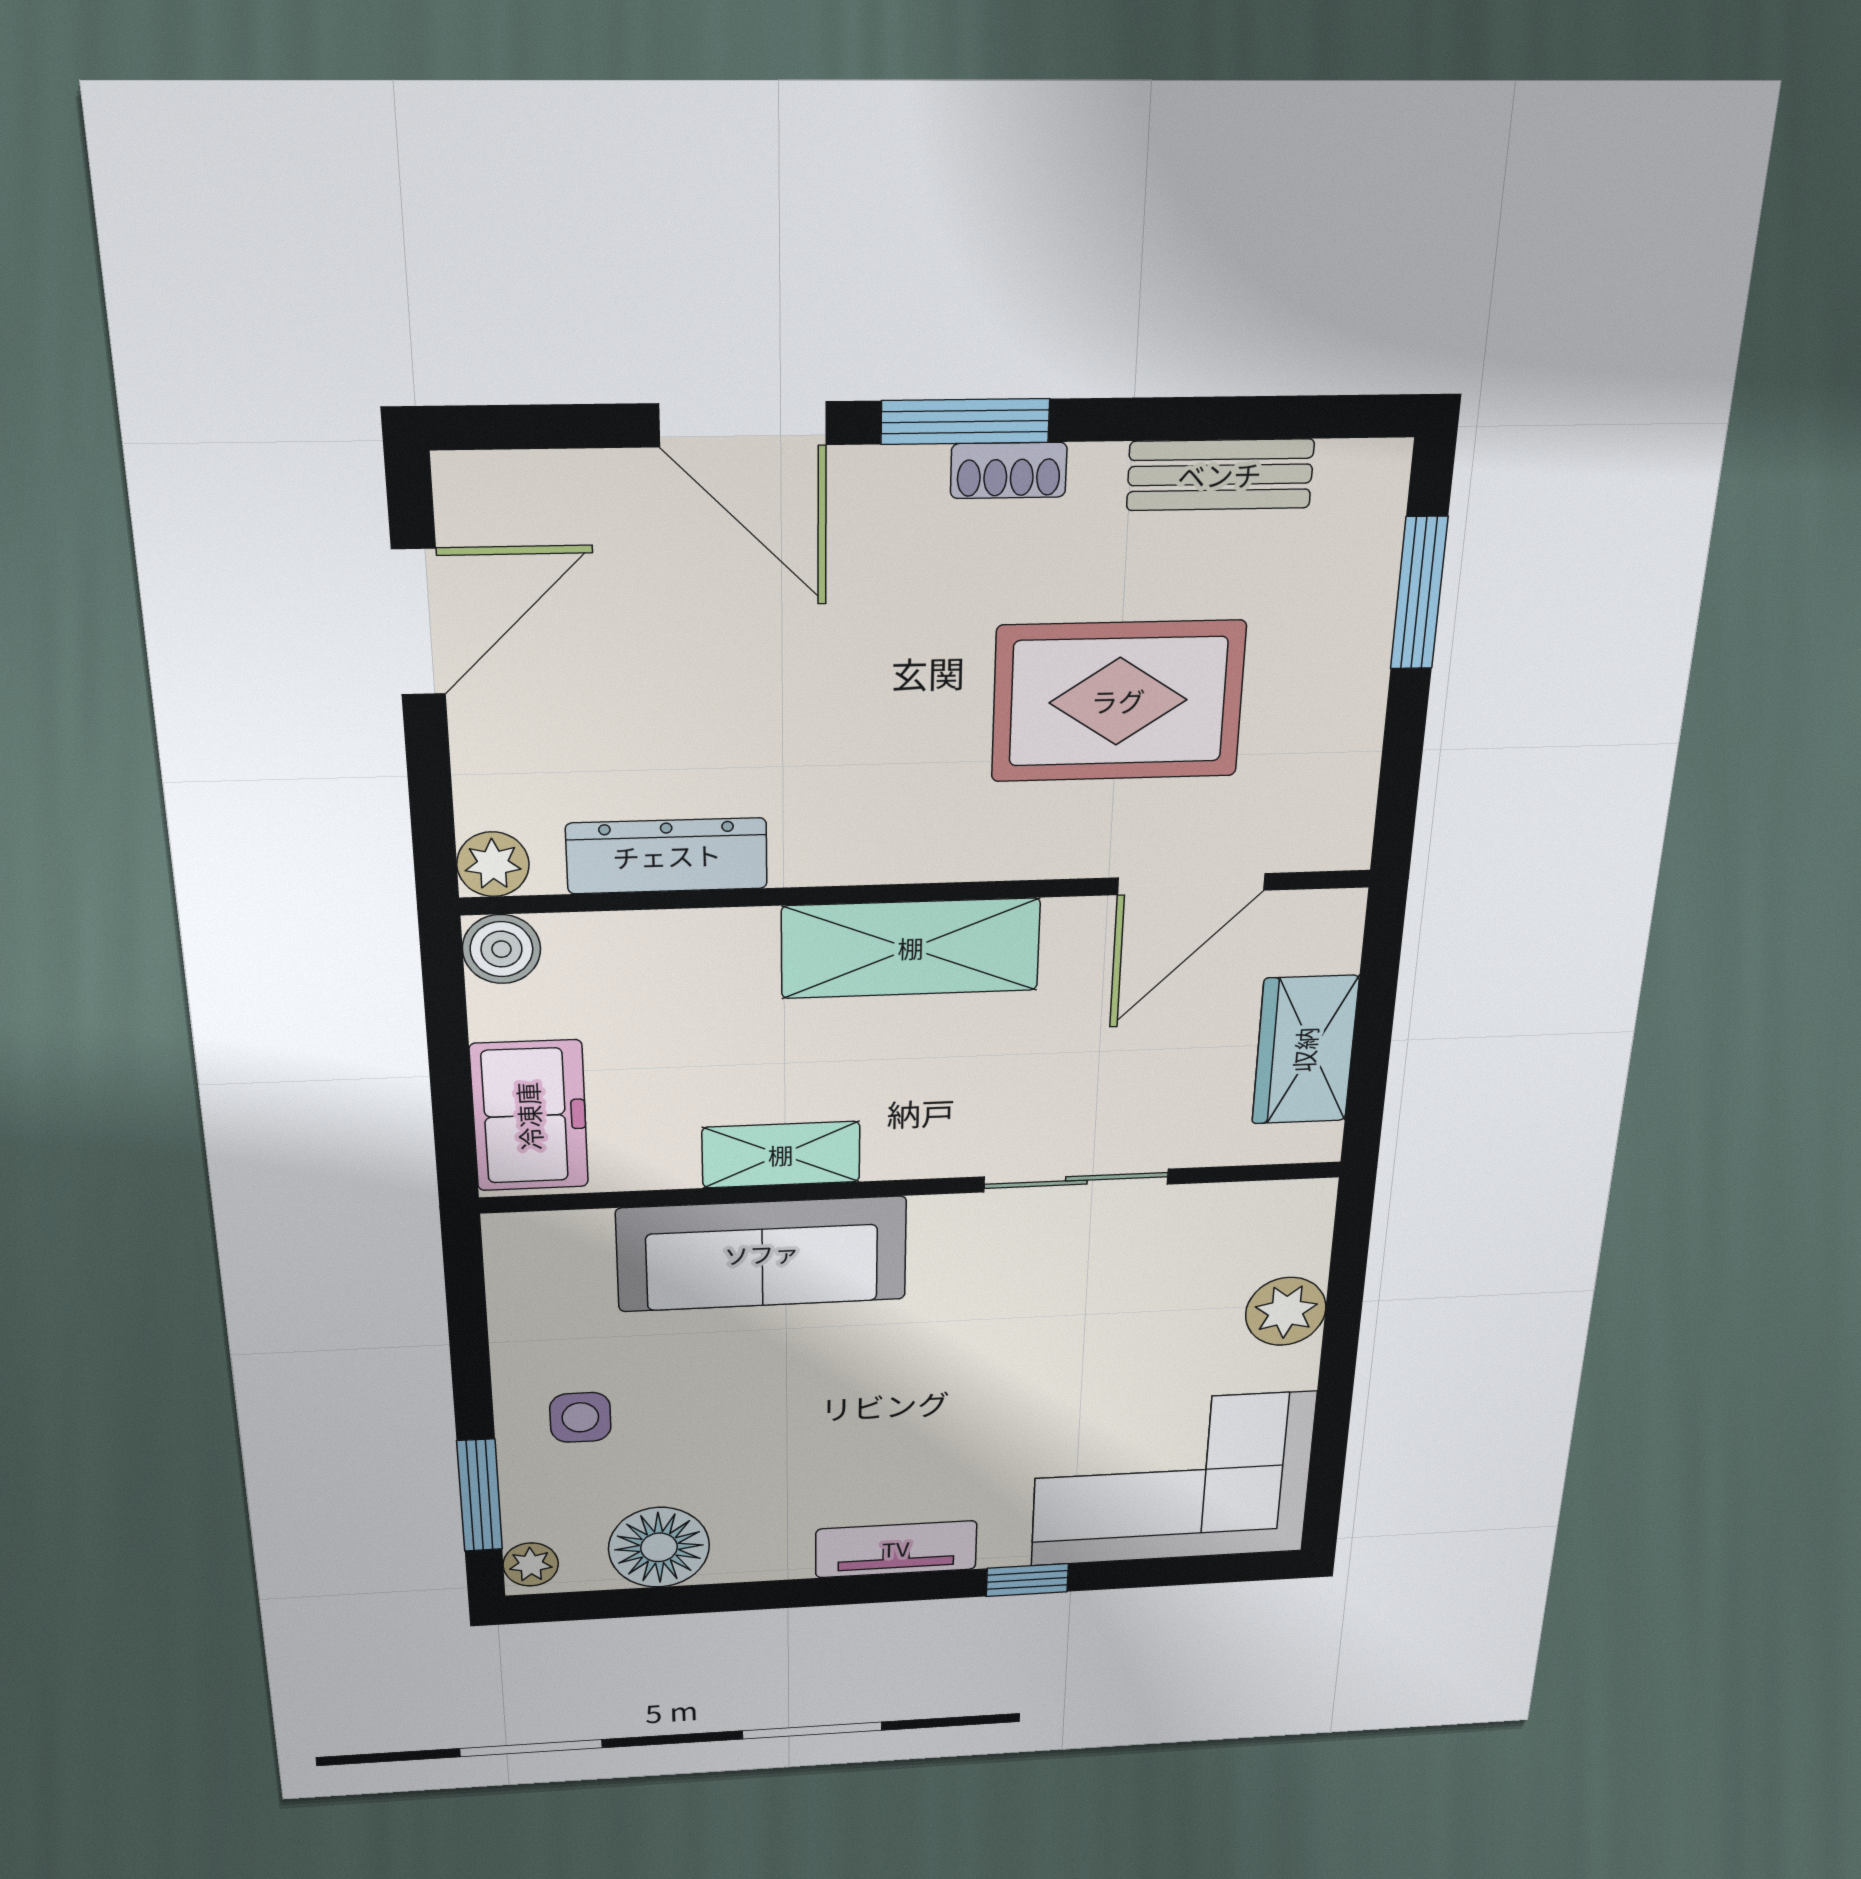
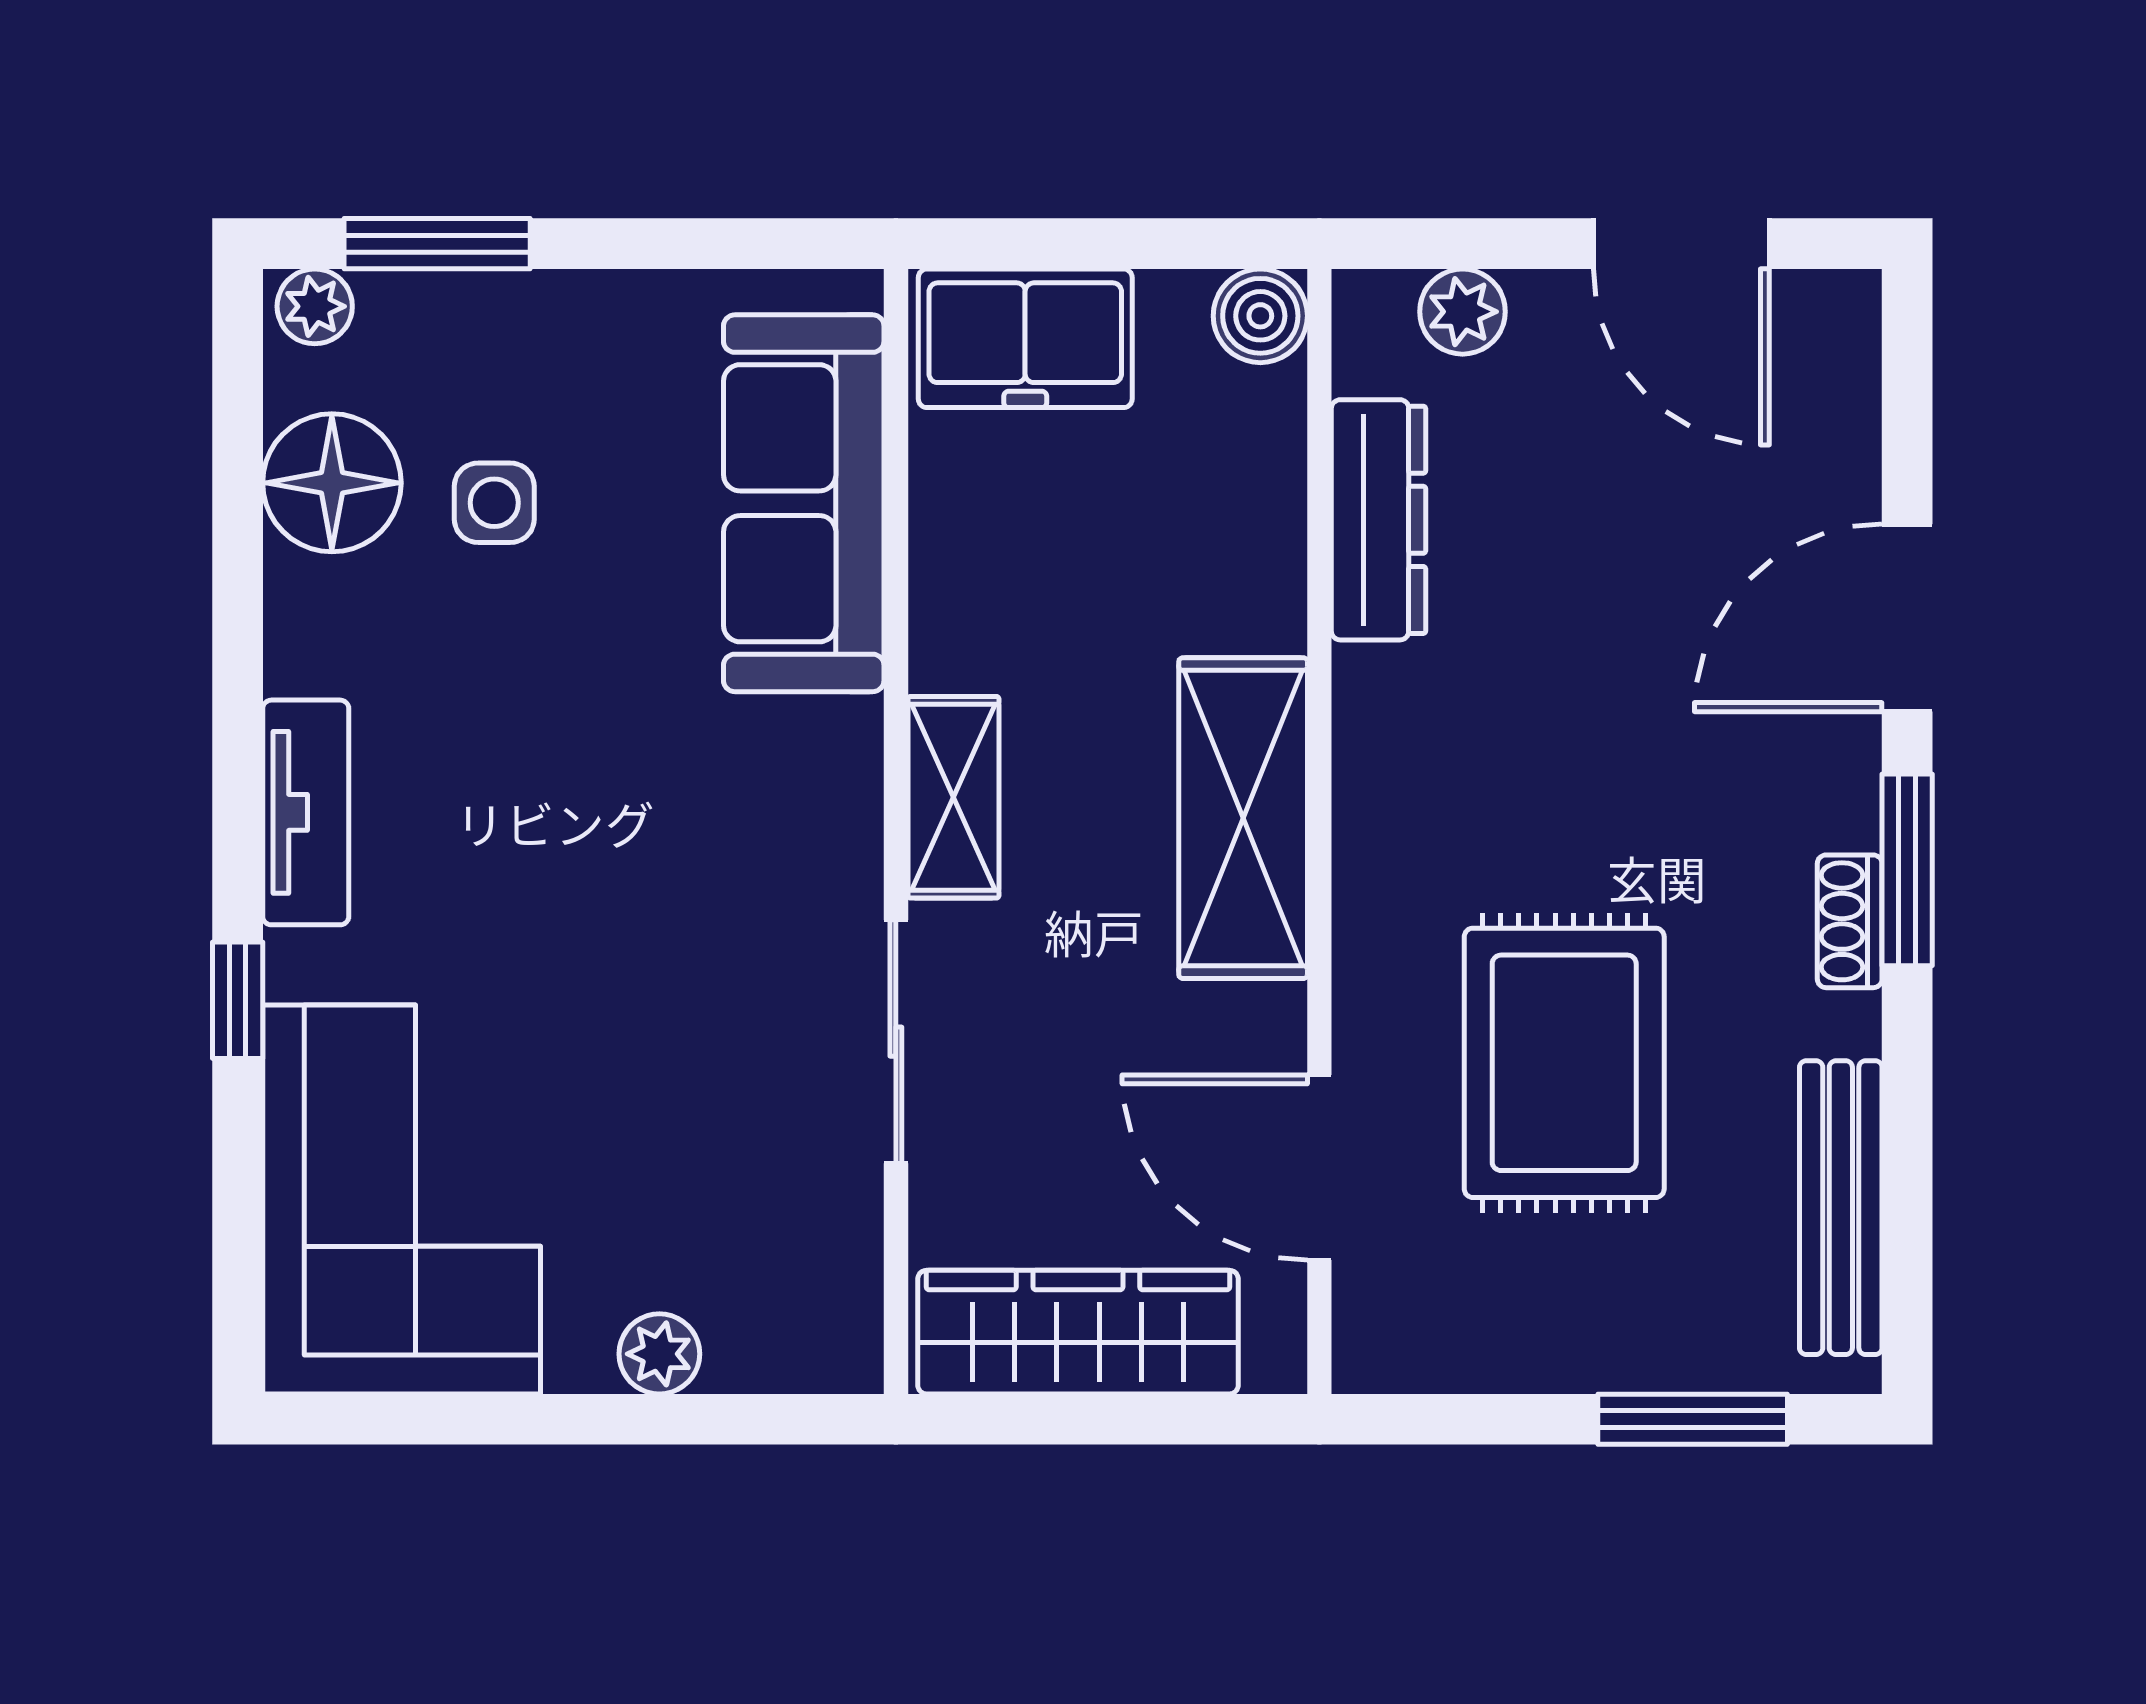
bench: (1220, 475) -> (1841, 1208), width x1.36
plant: (493, 864) -> (1463, 312), moved
wardrobe: (1305, 1050) -> (1078, 1332), width x1.50
shelving: (781, 1155) -> (953, 797), moved
sofa: (762, 1254) -> (804, 503), moved
plant: (1286, 1311) -> (659, 1354), width x0.73, depth x0.73
side table: (580, 1417) -> (494, 503), moved

